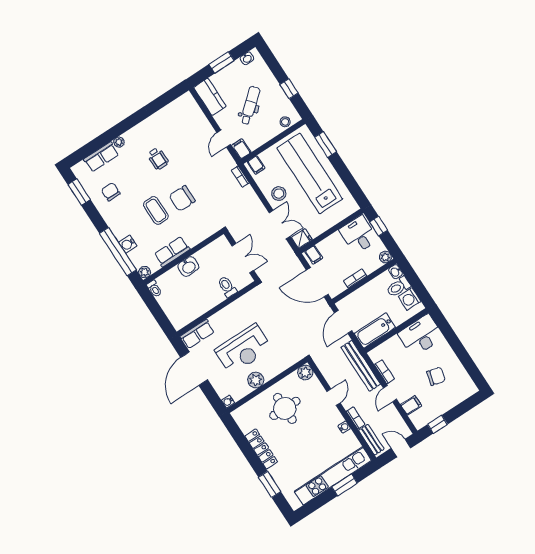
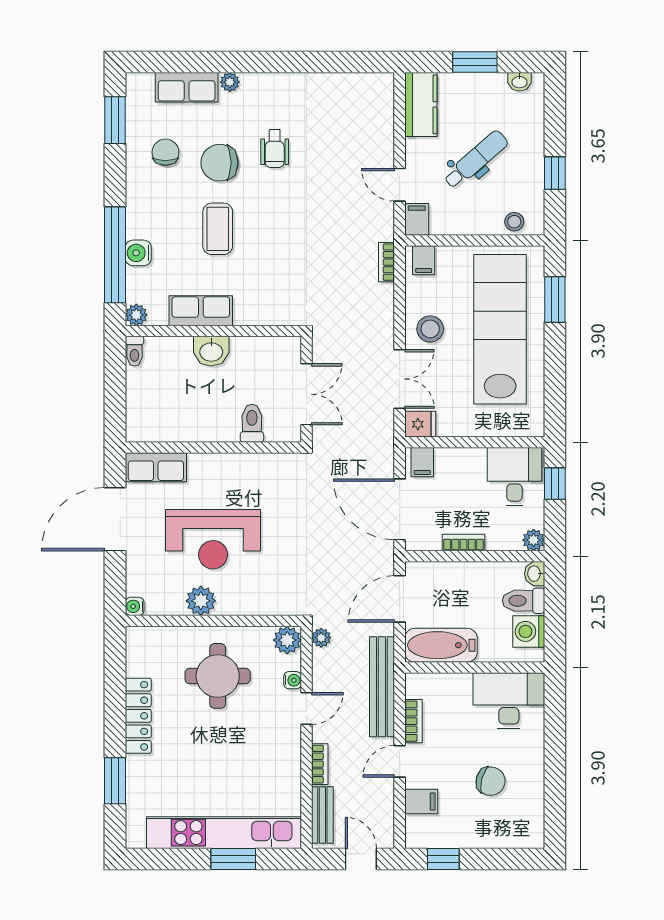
door: (224, 139) -> (400, 185), hinge flipped
chair: (182, 198) -> (220, 163), moved
plant: (320, 362) -> (321, 638), added
water cooler: (344, 427) -> (293, 680), moved

